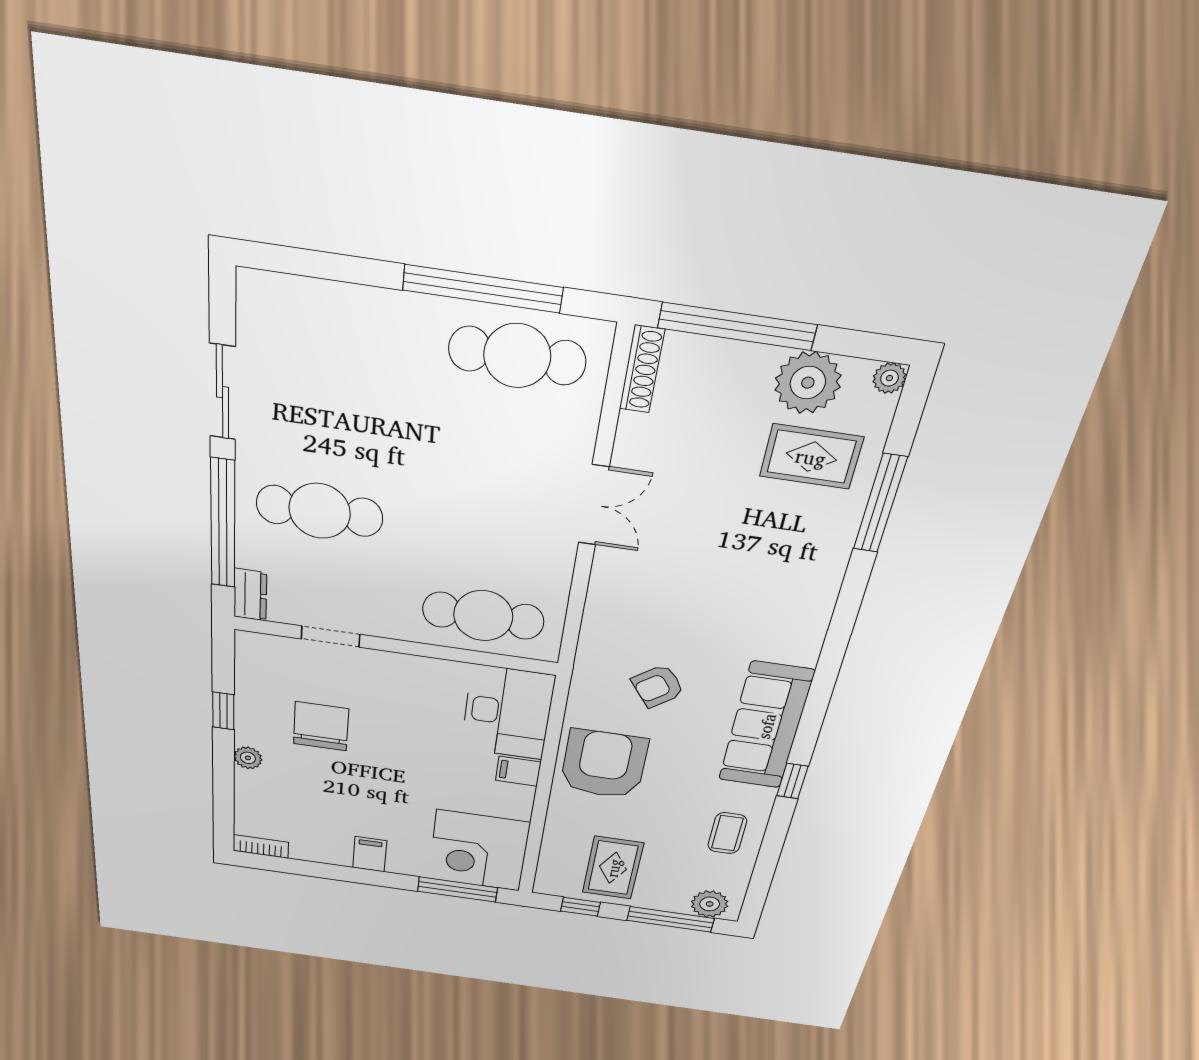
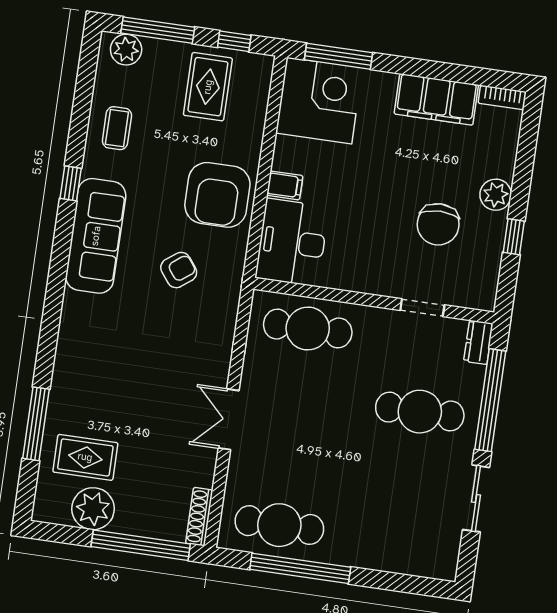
plant: (889, 378) -> (42, 512), removed
plant: (248, 758) -> (496, 195), width x1.38, depth x1.38
filing cabinet: (370, 854) -> (436, 99), width x3.00, depth x1.17

